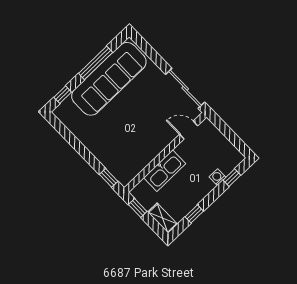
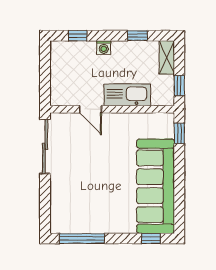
window: (96, 63) -> (82, 238), moved
sofa: (109, 79) -> (156, 186), moved, turned -90
door: (189, 130) -> (91, 109), moved
washing machine: (218, 177) -> (104, 48), moved

